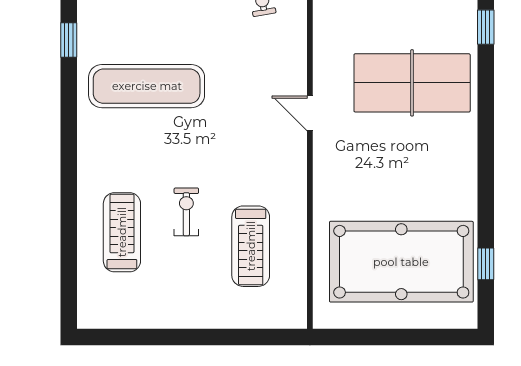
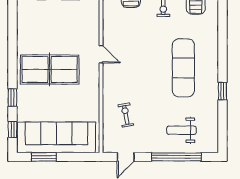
exercise mat: (147, 86) -> (183, 68), turned 90

